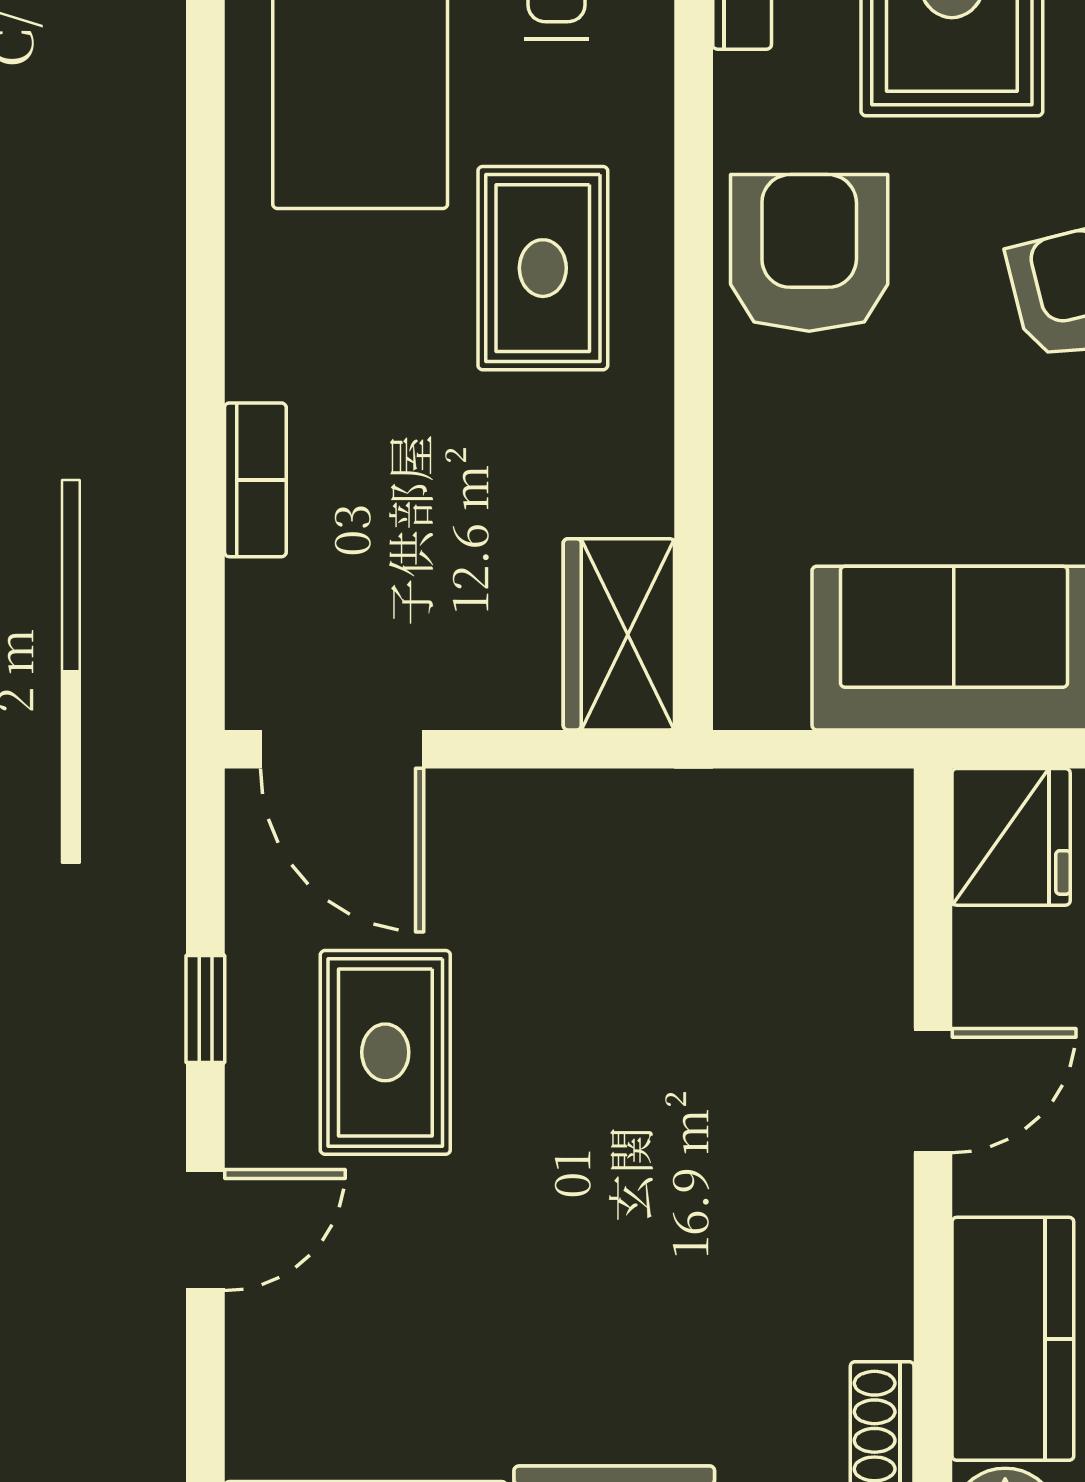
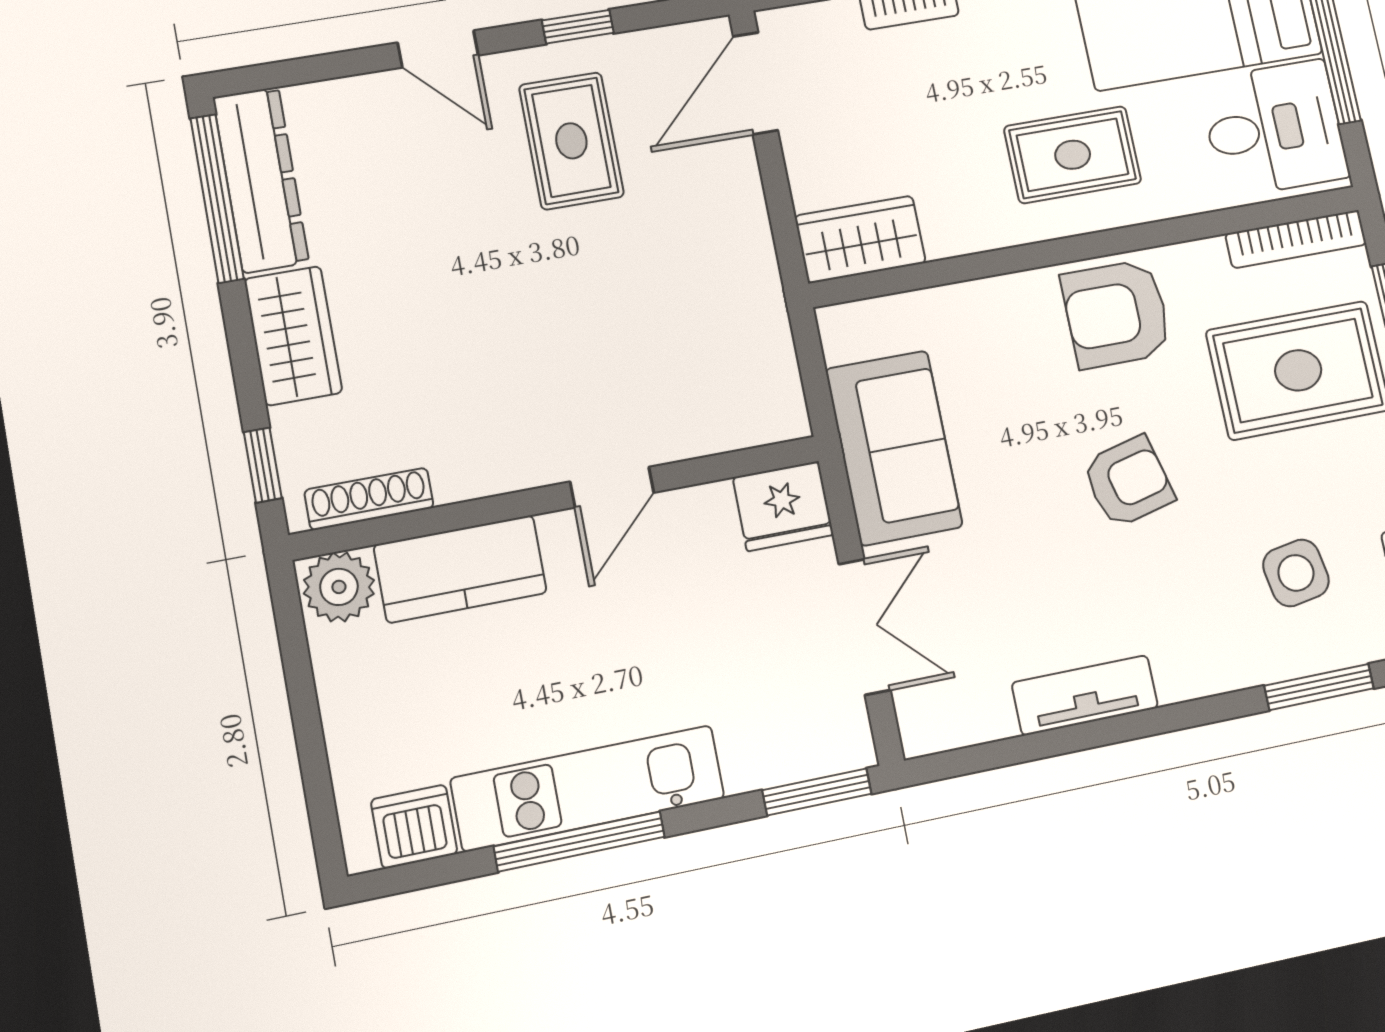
armchair: (809, 253) -> (1116, 314), turned 180
rug: (385, 1052) -> (571, 141), turned 90
door: (933, 1091) -> (612, 487), hinge flipped

